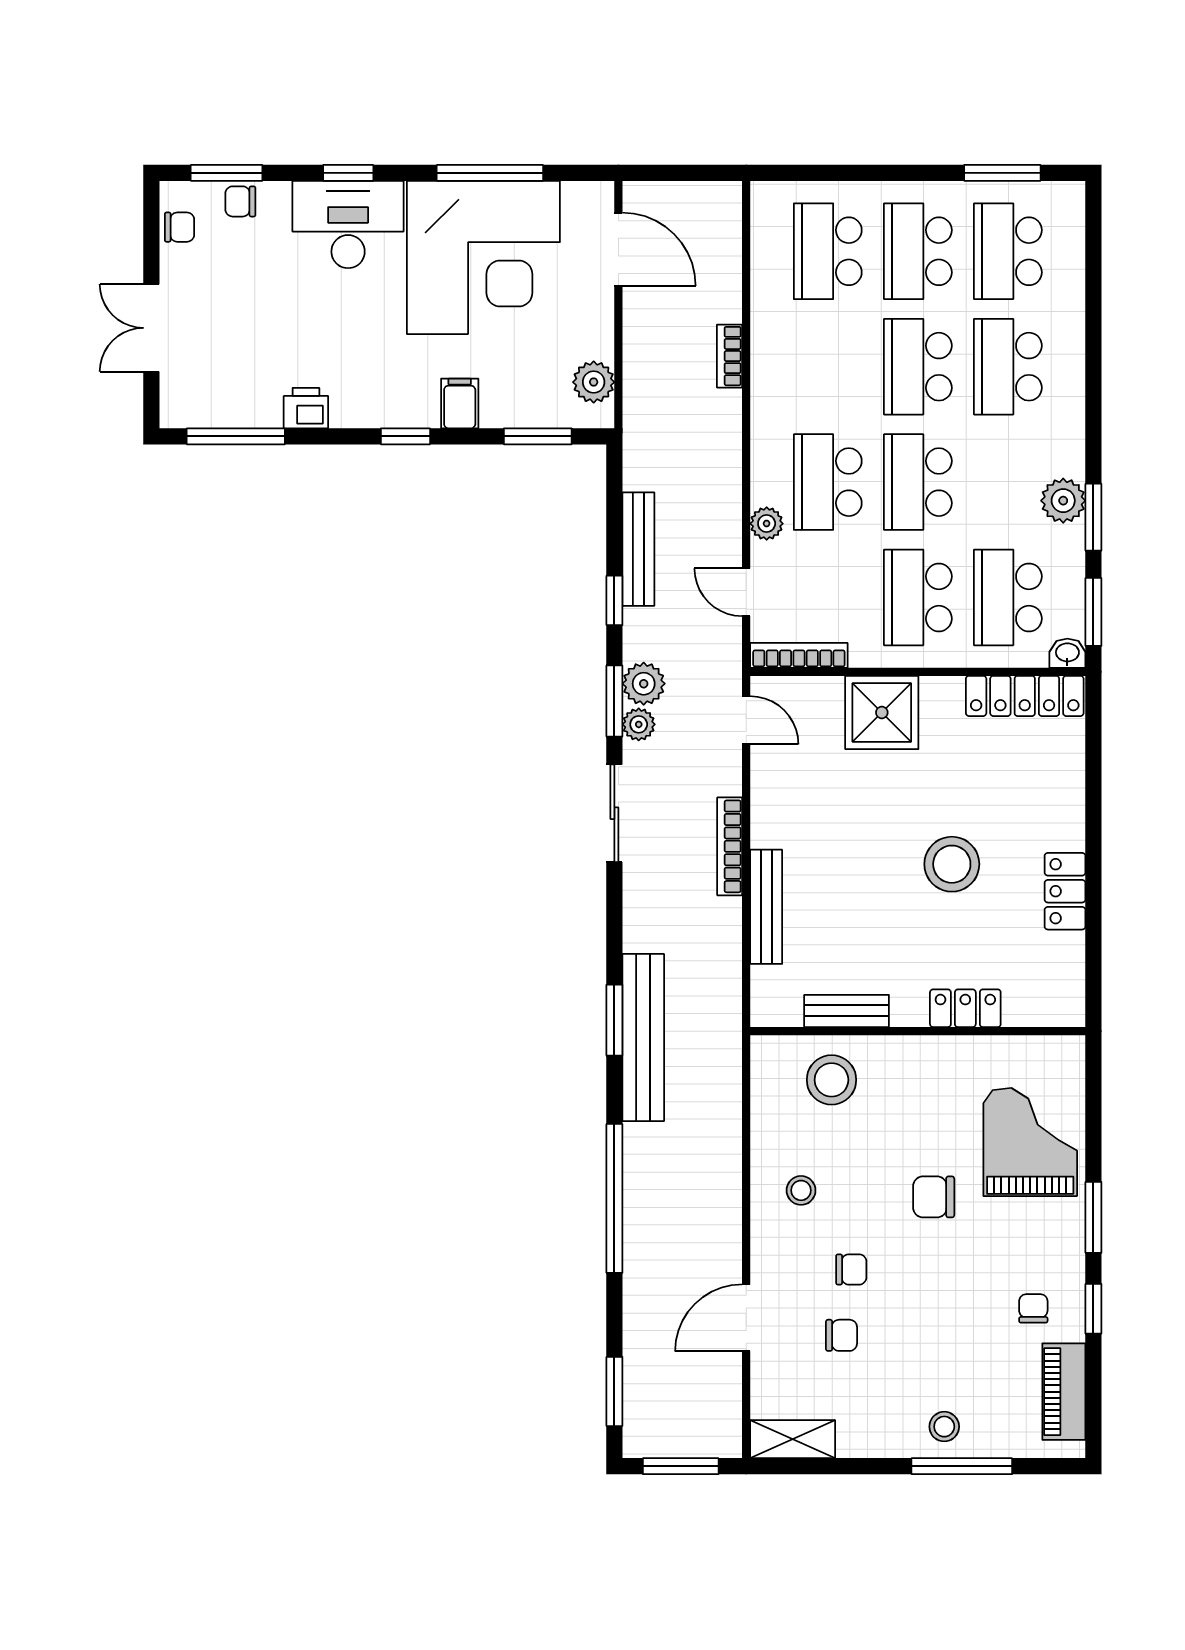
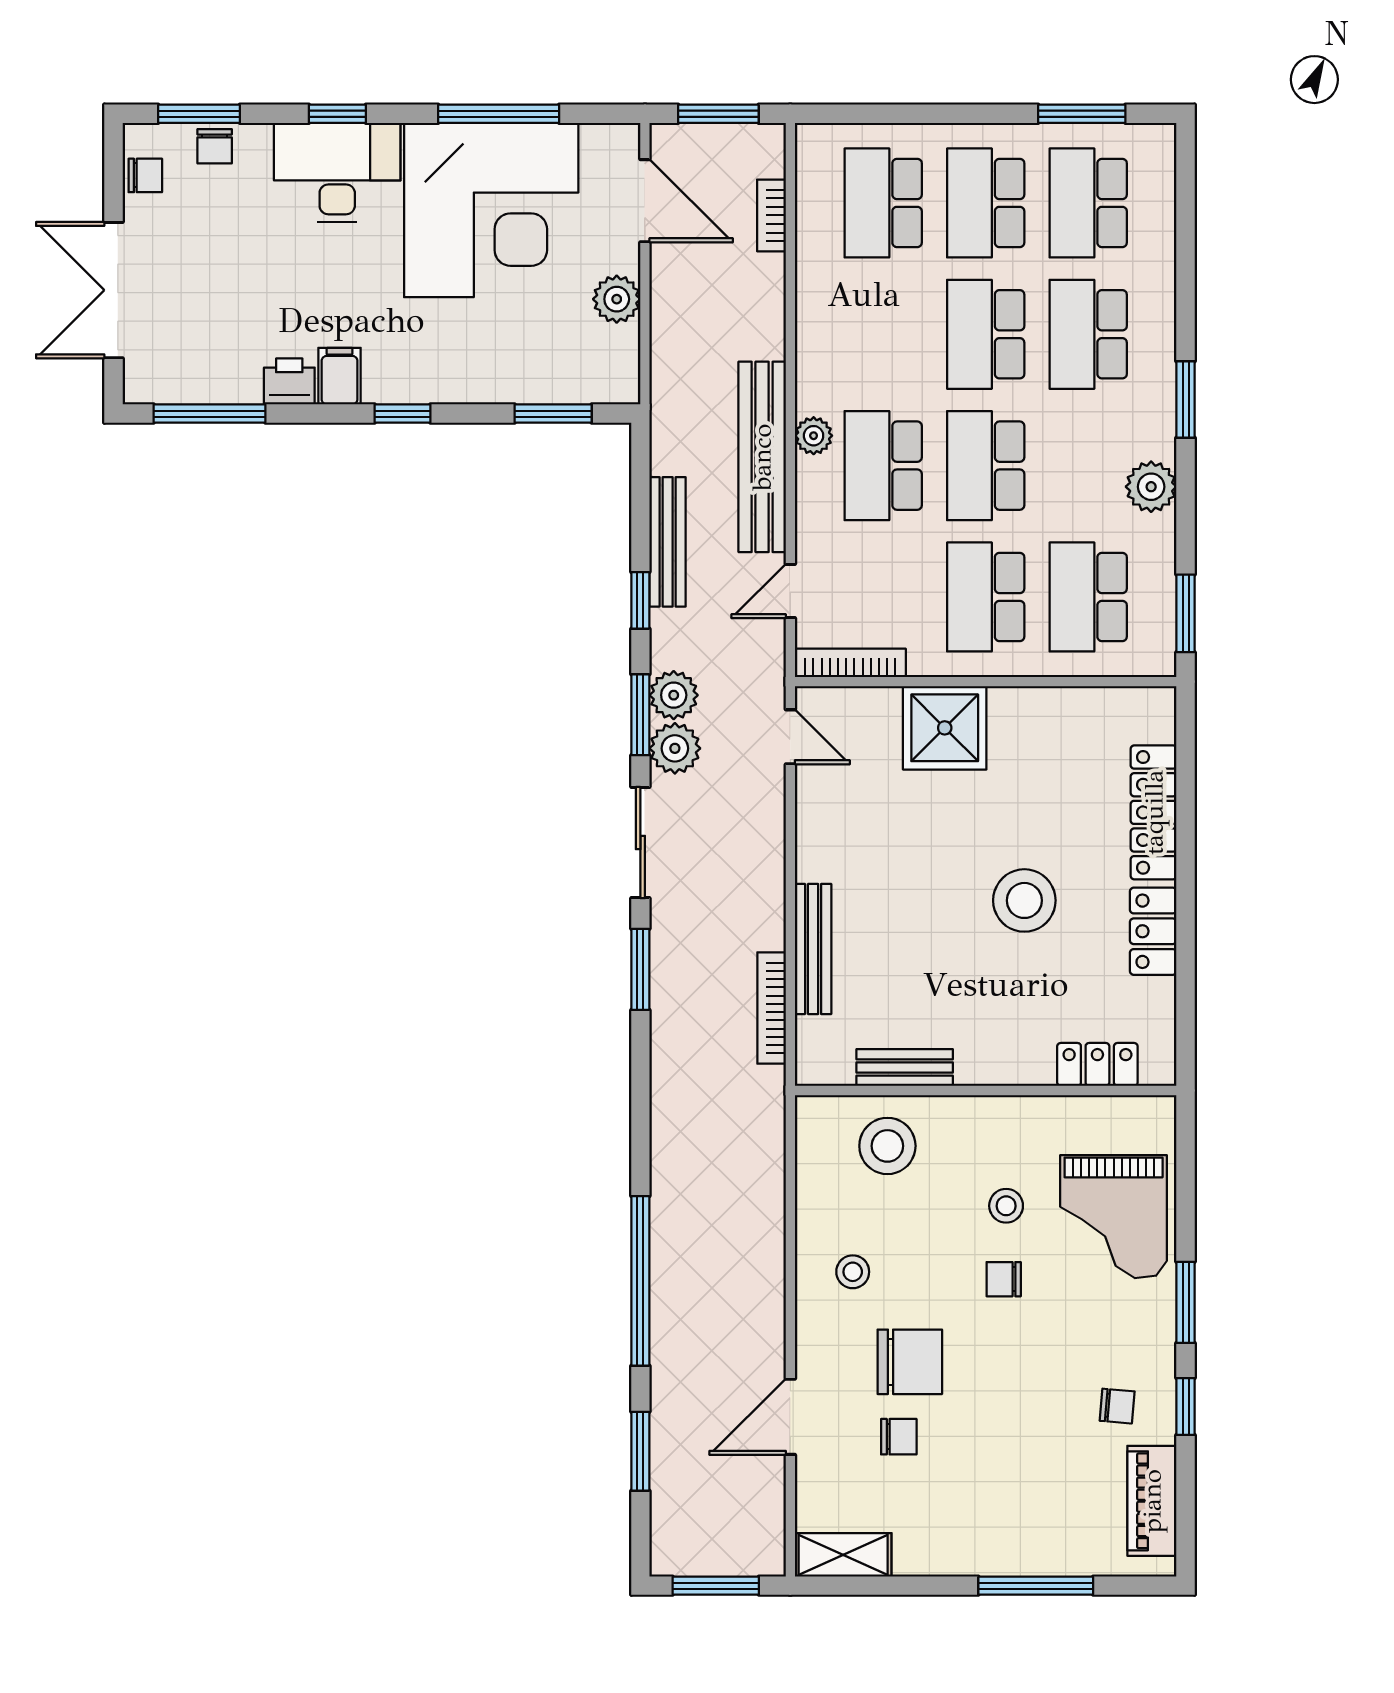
window: (683, 173) -> (718, 114), added
chair: (240, 201) -> (215, 146), turned -90
double door: (151, 328) -> (113, 290), width x1.37
bookcase: (730, 356) -> (771, 215), moved
plant: (594, 382) -> (617, 299), moved
filing cabinet: (460, 403) -> (340, 376), moved
window: (1093, 517) -> (1186, 400), moved
plant: (767, 524) -> (814, 436), moved
door: (746, 592) -> (790, 591), hinge flipped
washbasin: (1067, 653) -> (1156, 660), removed
locker: (1025, 696) -> (1154, 812), moved, turned 90
plant: (639, 724) -> (675, 748), width x1.38, depth x1.38
bookcase: (730, 846) -> (772, 1008), moved
locker: (965, 1008) -> (1097, 1064), moved
window: (614, 1020) -> (640, 969), moved
bench: (643, 1038) -> (762, 457), moved
grand piano: (1030, 1142) -> (1114, 1217), turned 180
chair: (934, 1197) -> (1004, 1279), width x0.73, depth x0.73
chair: (851, 1269) -> (910, 1362), width x1.87, depth x1.87
chair: (1033, 1308) -> (1117, 1406), turned 95
window: (614, 1391) -> (640, 1451), moved
stool: (944, 1427) -> (1006, 1206), moved

